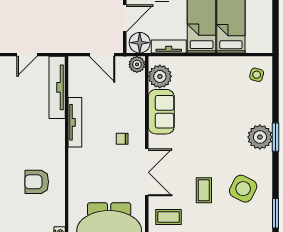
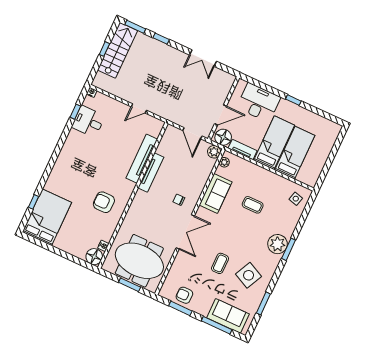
plant: (160, 76) -> (224, 162), width x0.53, depth x0.53
tv unit: (57, 87) -> (142, 159), moved
coffee table: (168, 217) -> (253, 205), moved

